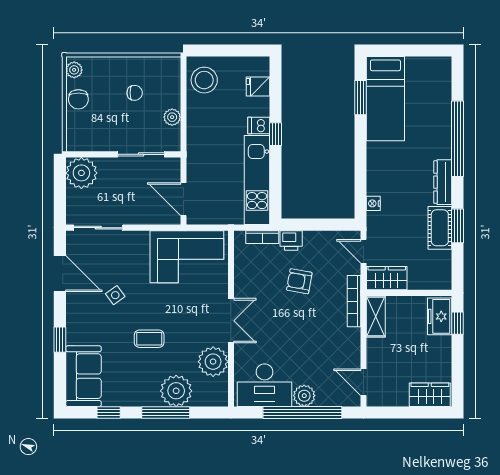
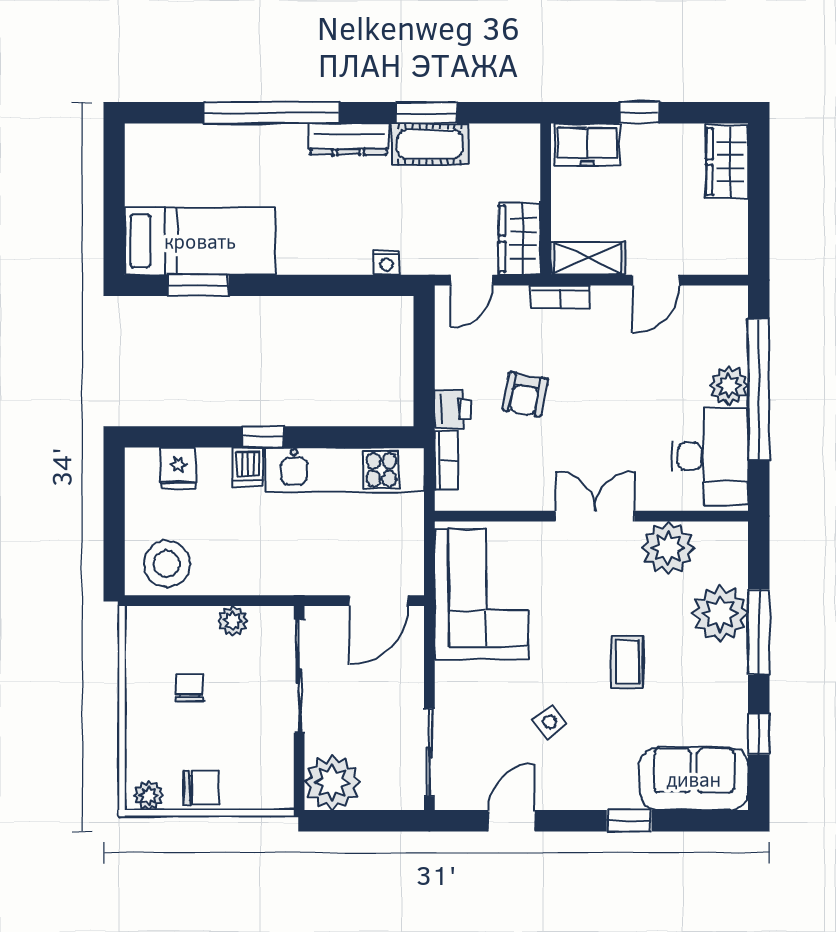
sliding door: (141, 154) -> (299, 676), width x1.37
door: (60, 274) -> (511, 821), width x0.73
bookcase: (354, 301) -> (560, 297), width x0.64
window: (457, 323) -> (639, 113), moved
door: (364, 382) -> (656, 280), moved

